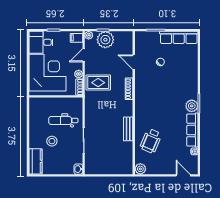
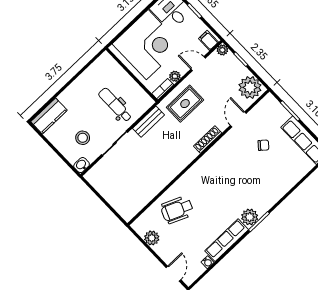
plant: (105, 40) -> (250, 87), moved
rug: (98, 83) -> (185, 104), turned 90
bench: (128, 129) -> (148, 122), moved
stool: (52, 141) -> (83, 138), moved
plant: (140, 169) -> (152, 238), moved

